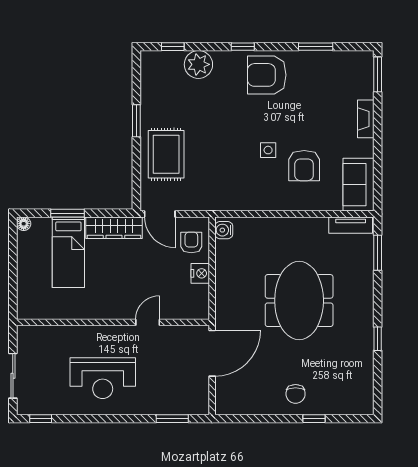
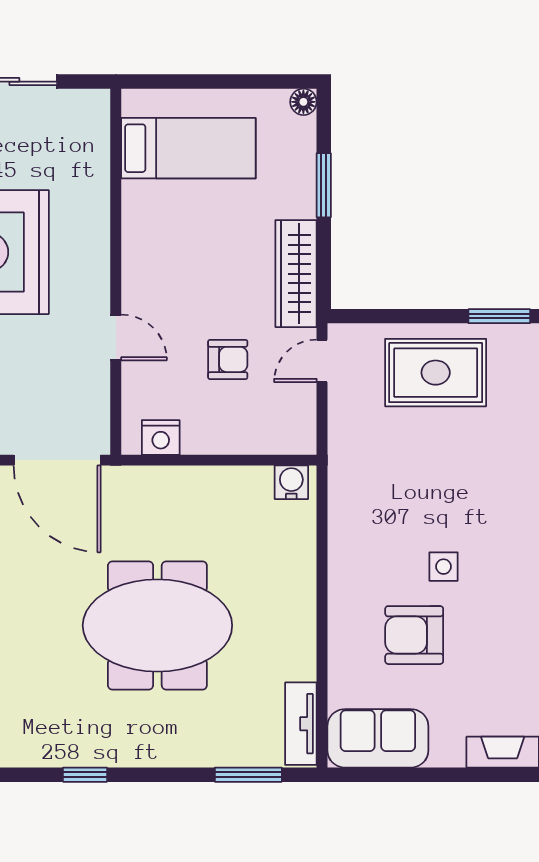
door: (160, 214) -> (322, 361), width x0.73
armchair: (191, 243) -> (228, 359), moved
bed: (68, 252) -> (188, 148), moved, turned 180
nightstand: (200, 273) -> (161, 437), moved

